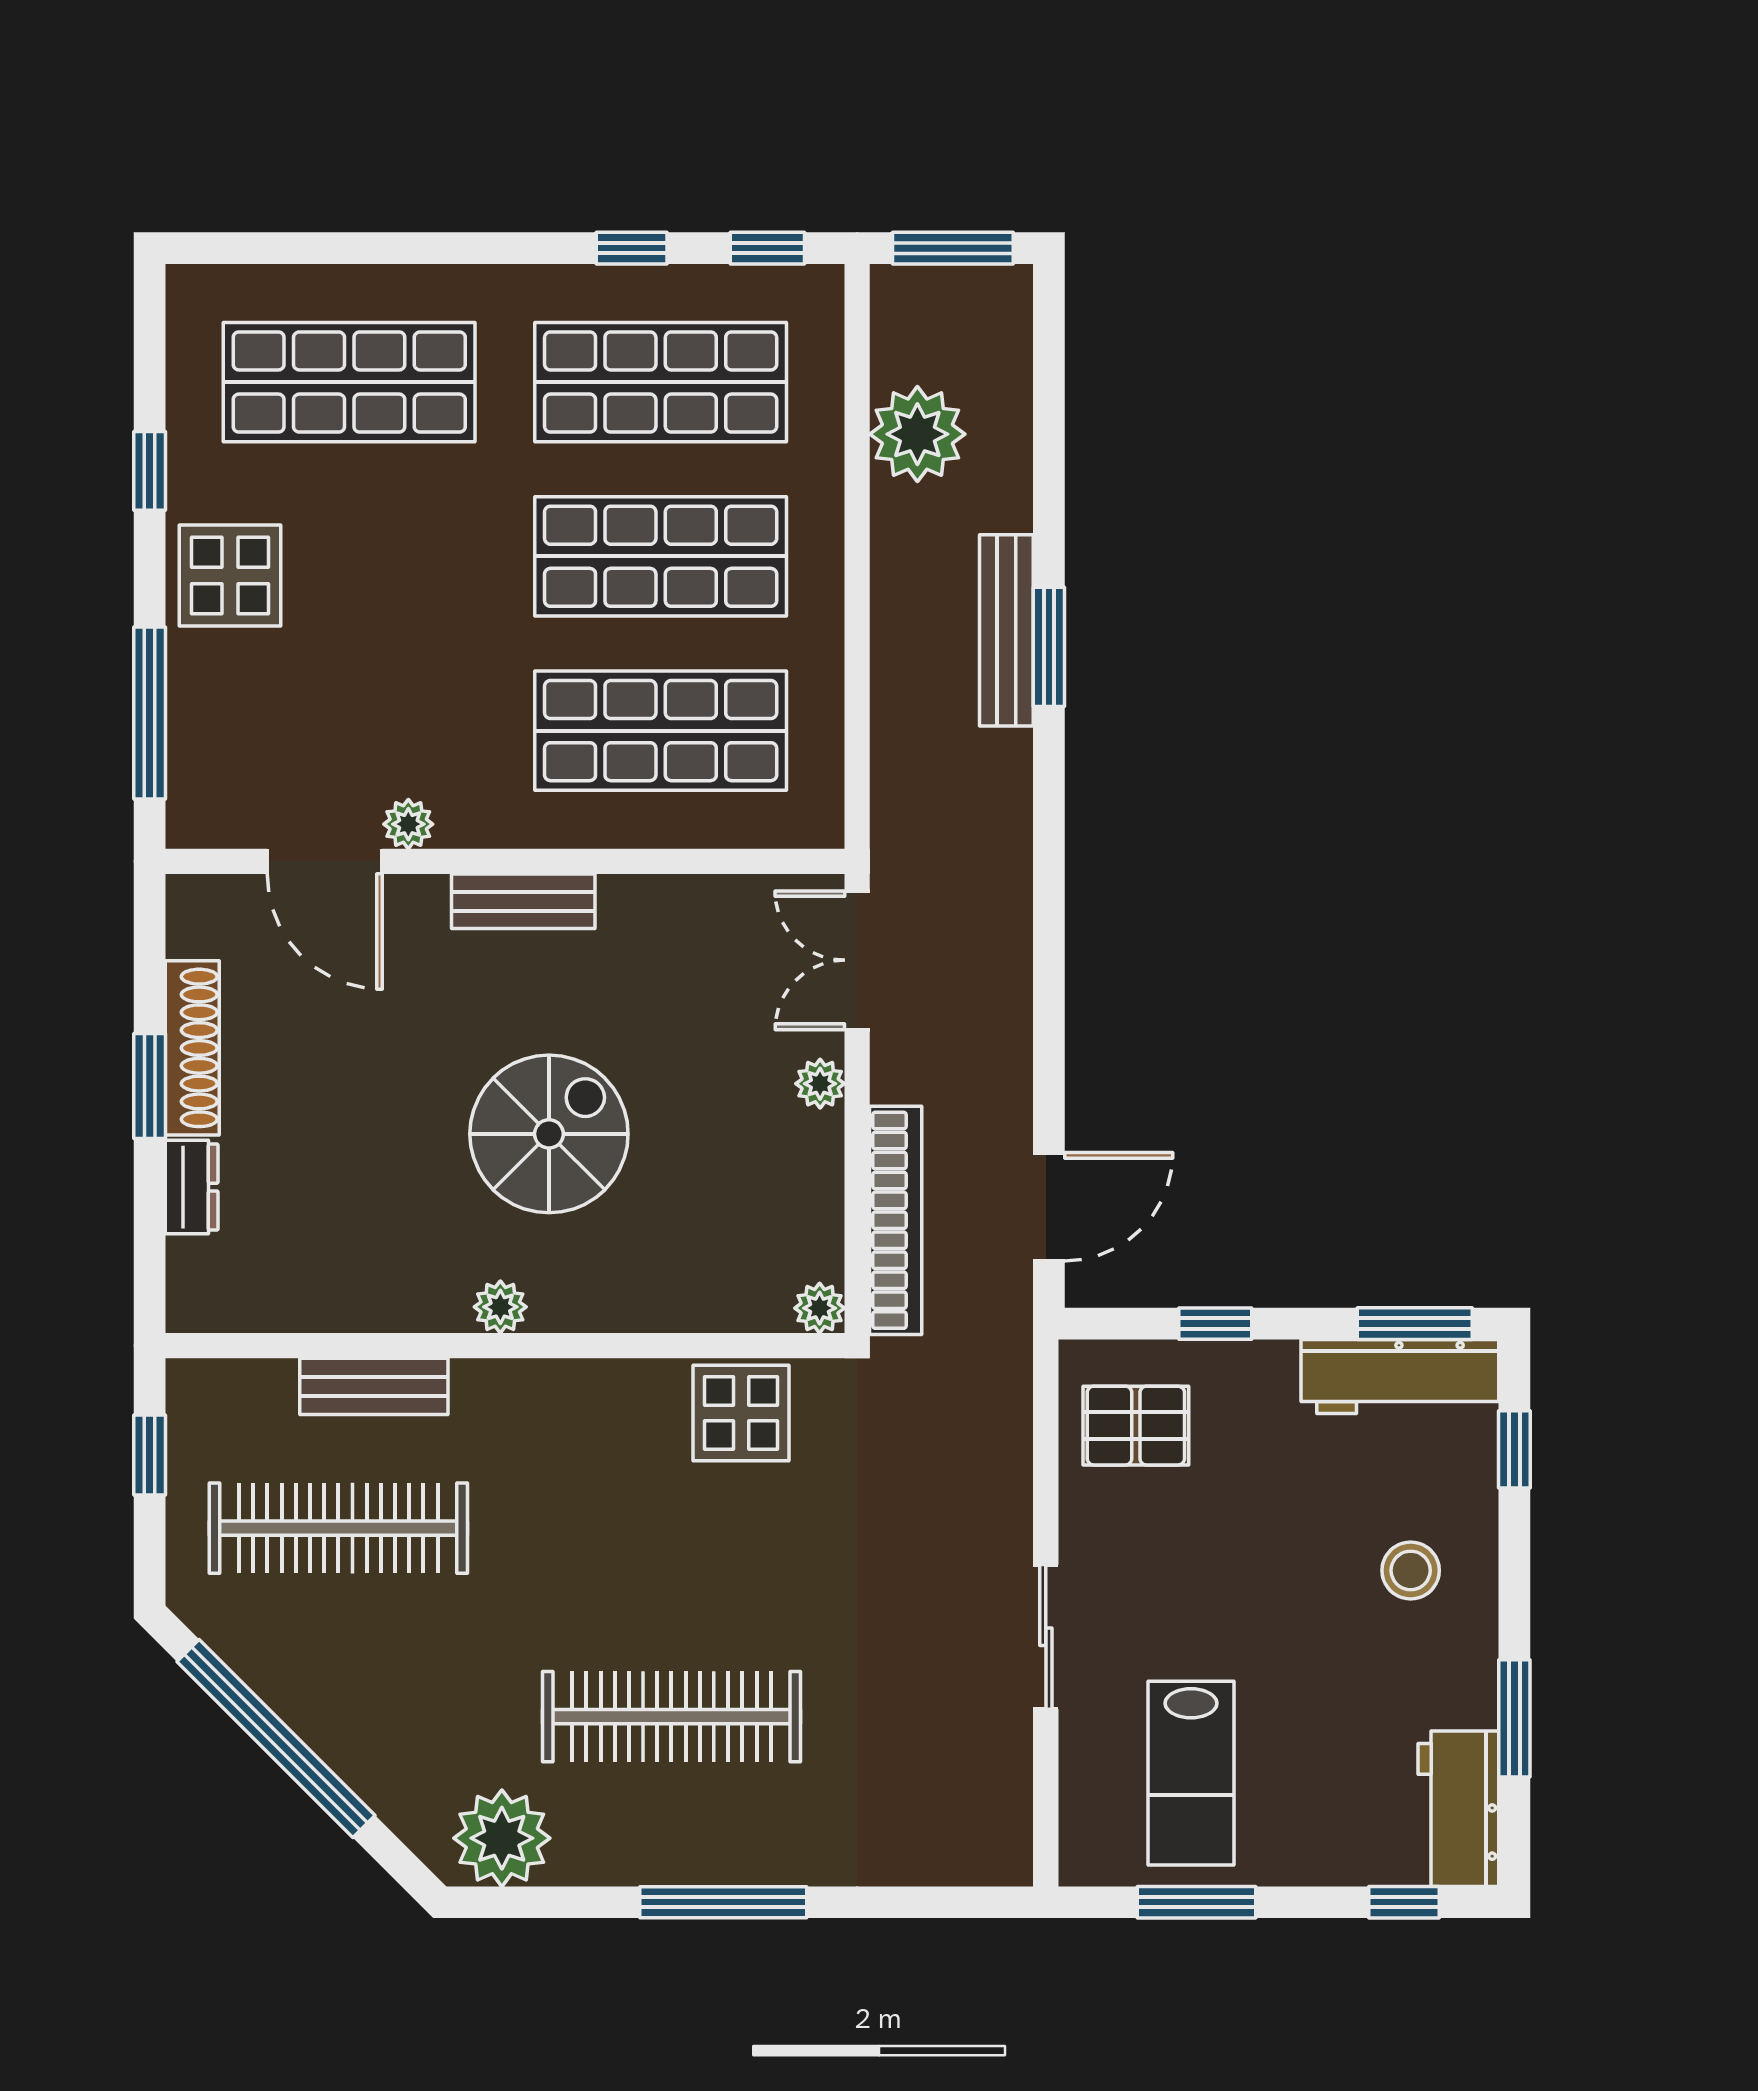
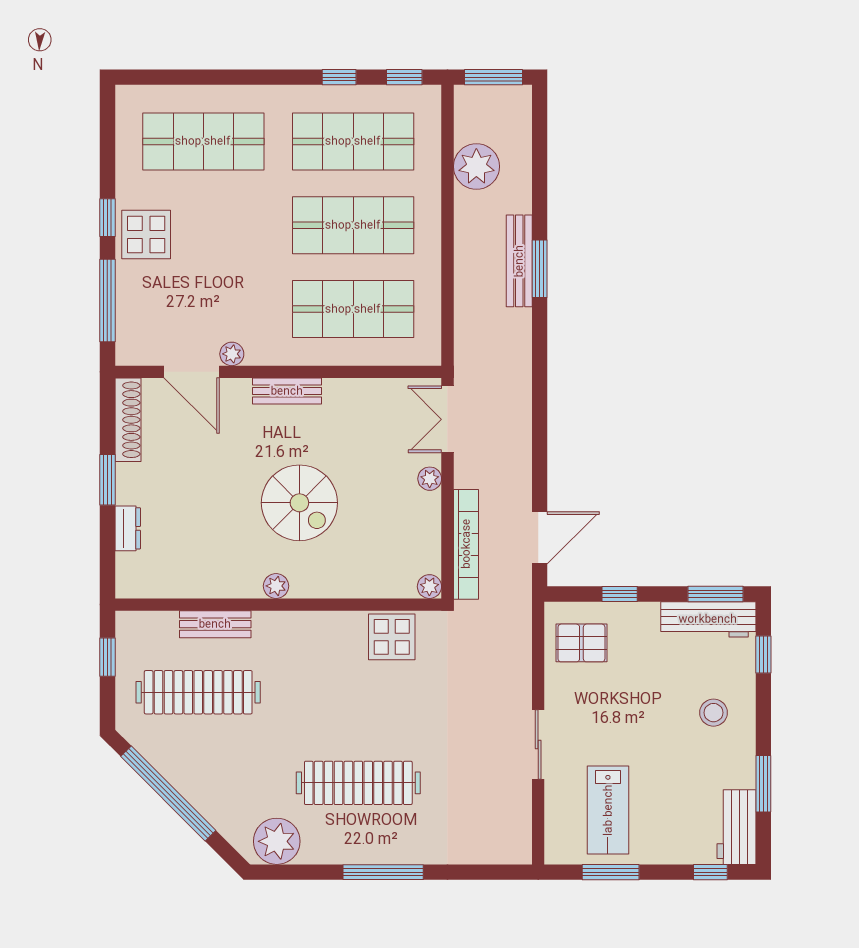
window: (150, 471) -> (107, 218), moved
shoe rack: (192, 1048) -> (128, 420), moved
spiral stairs: (549, 1134) -> (299, 503), turned 90

